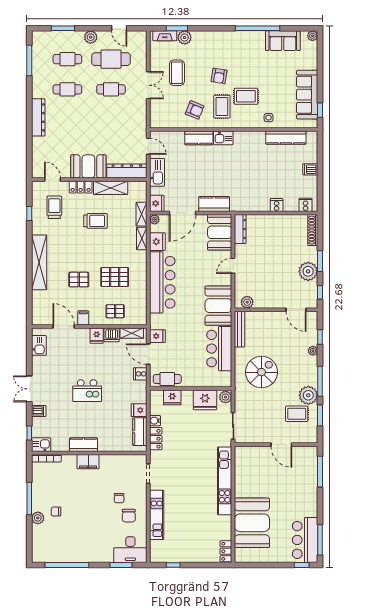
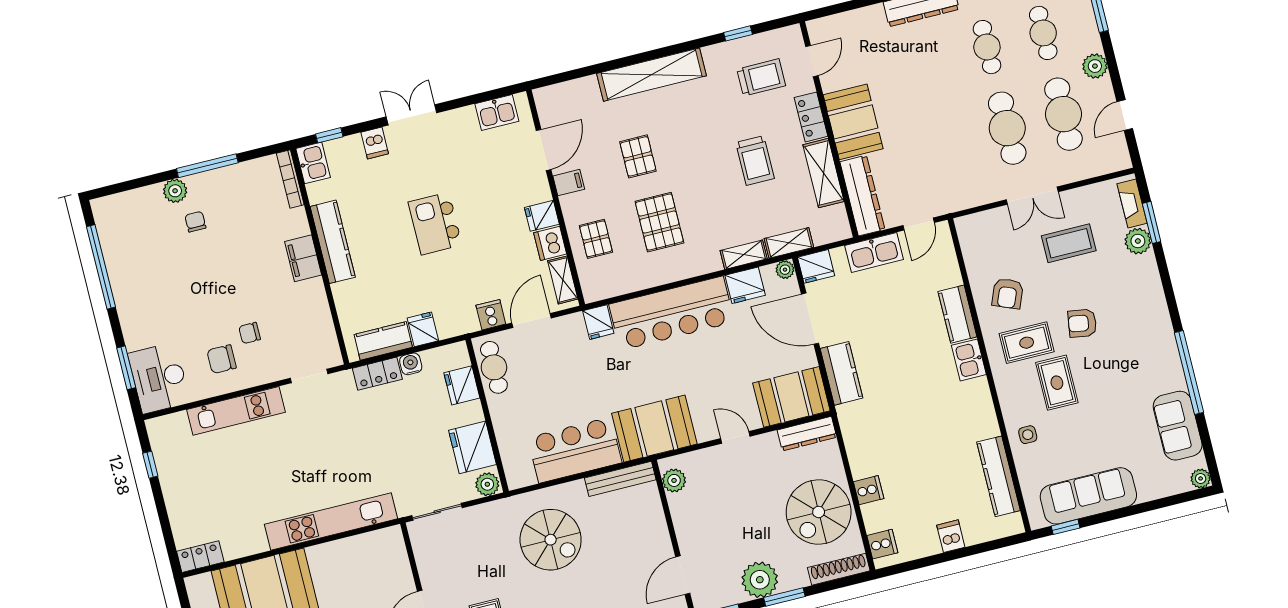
cafe table: (111, 89) -> (1007, 128), width x1.37, depth x1.35
spiral stairs: (281, 233) -> (819, 512), added
fridge: (157, 336) -> (598, 322), moved
kitchen counter: (83, 445) -> (333, 242), width x1.50

